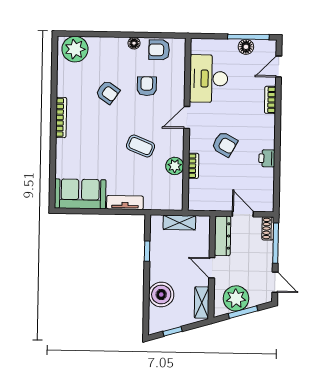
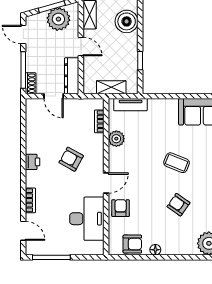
floor lamp: (246, 47) -> (53, 248), removed
door: (279, 67) -> (23, 231), hinge flipped
armchair: (147, 86) -> (121, 208), moved, turned 180
coffee table: (141, 146) -> (177, 163), moved
printer: (267, 158) -> (33, 162), moved
bookcase: (193, 166) -> (99, 121), moved
tv unit: (125, 203) -> (131, 105), moved

